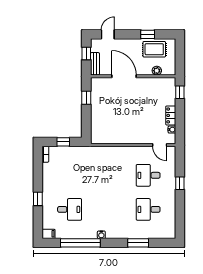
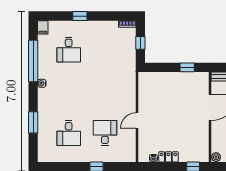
plant: (157, 71) -> (216, 157), moved
door: (160, 145) -> (137, 121), moved
desk: (148, 209) -> (69, 133), turned 180

